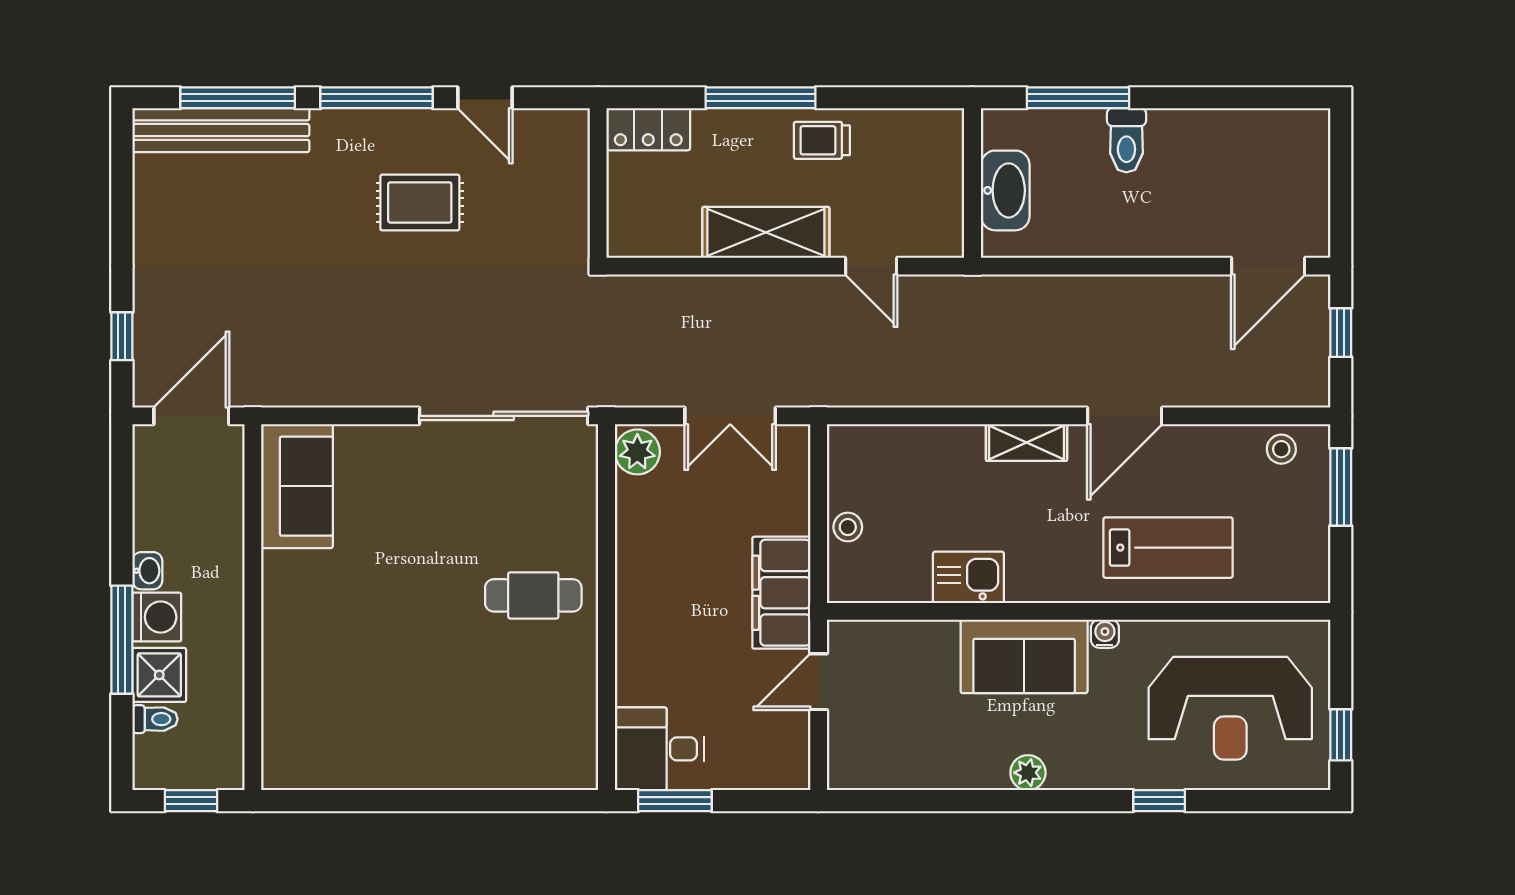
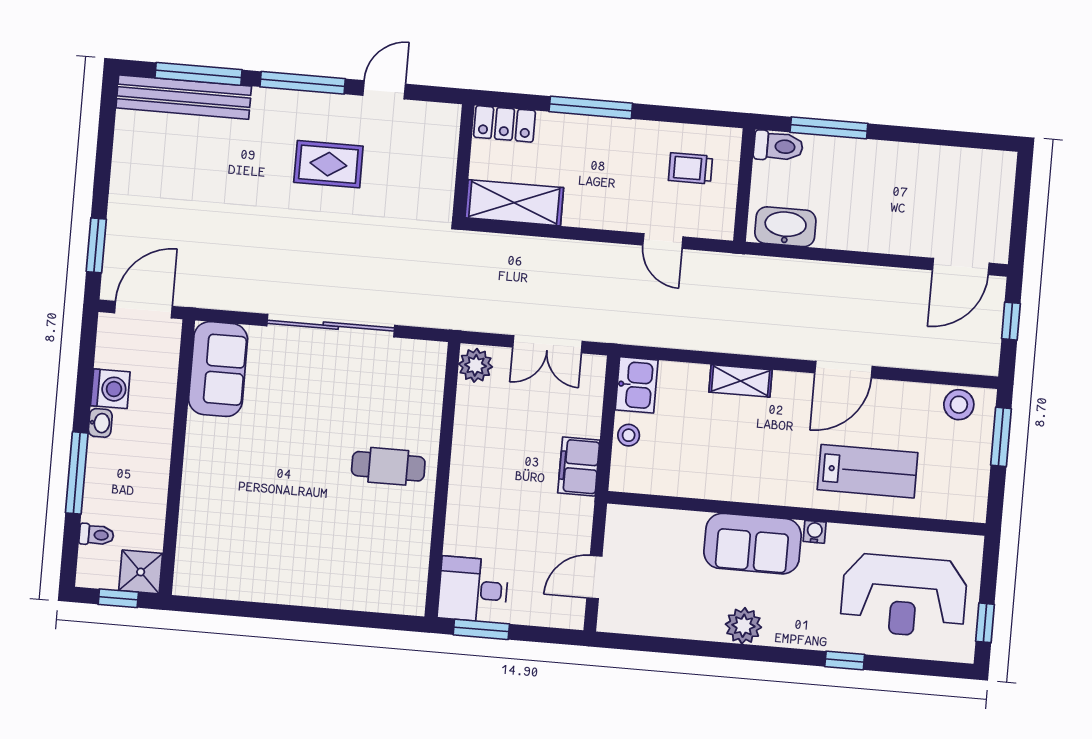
door: (485, 98) -> (384, 90), swing flipped
trolley: (822, 140) -> (691, 168), moved
toilet: (1126, 140) -> (778, 146), moved, turned -90
washbasin: (1005, 190) -> (785, 227), moved, turned -90
shelving: (766, 232) -> (514, 203), moved
window: (122, 336) -> (96, 245), width x1.50
sliding door: (504, 416) -> (331, 326), moved
shelving: (1026, 442) -> (741, 381), moved
stool: (1281, 449) -> (959, 405), width x1.37, depth x1.37
kitchen sink: (968, 577) -> (637, 385), moved, turned 90
filing cabinet: (781, 593) -> (579, 466), width x0.67, depth x0.86
washing machine: (157, 617) -> (110, 389), moved
shower: (159, 675) -> (141, 572), moved
door: (819, 682) -> (594, 577), moved
plant: (1028, 773) -> (743, 626), width x1.38, depth x1.38

